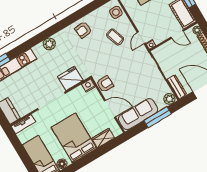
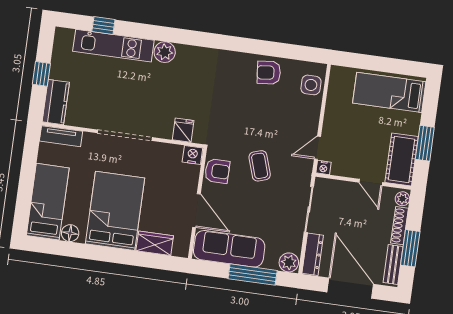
armchair: (83, 30) -> (269, 73), moved
coffee table: (115, 37) -> (260, 166), moved
plant: (49, 44) -> (165, 52), moved
fridge: (70, 78) -> (183, 130), width x0.53, depth x0.75

